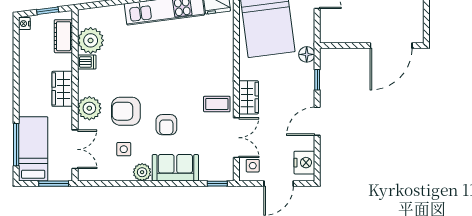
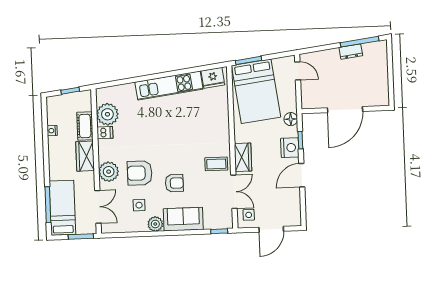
nightstand: (24, 24) -> (52, 131), moved
cot: (63, 36) -> (85, 126), moved
door: (391, 46) -> (345, 110), moved
armchair: (166, 125) -> (174, 183), turned -90
nightstand: (304, 163) -> (290, 148), moved

